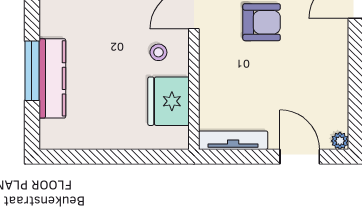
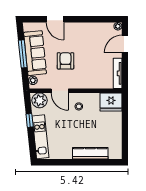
window: (32, 71) -> (87, 162), removed
fridge: (169, 101) -> (111, 102), moved

